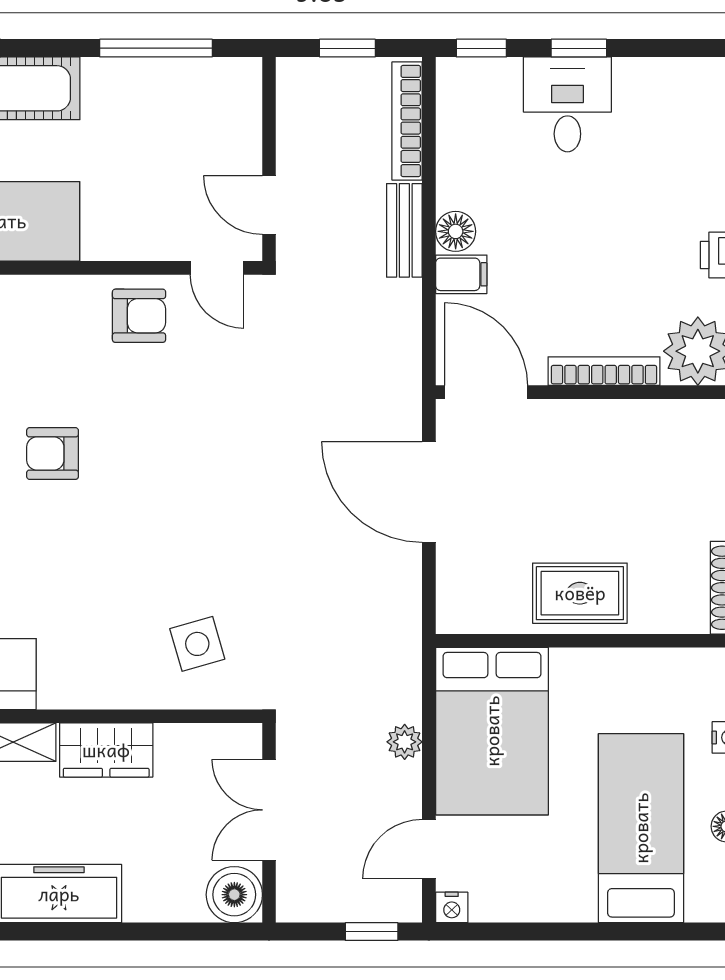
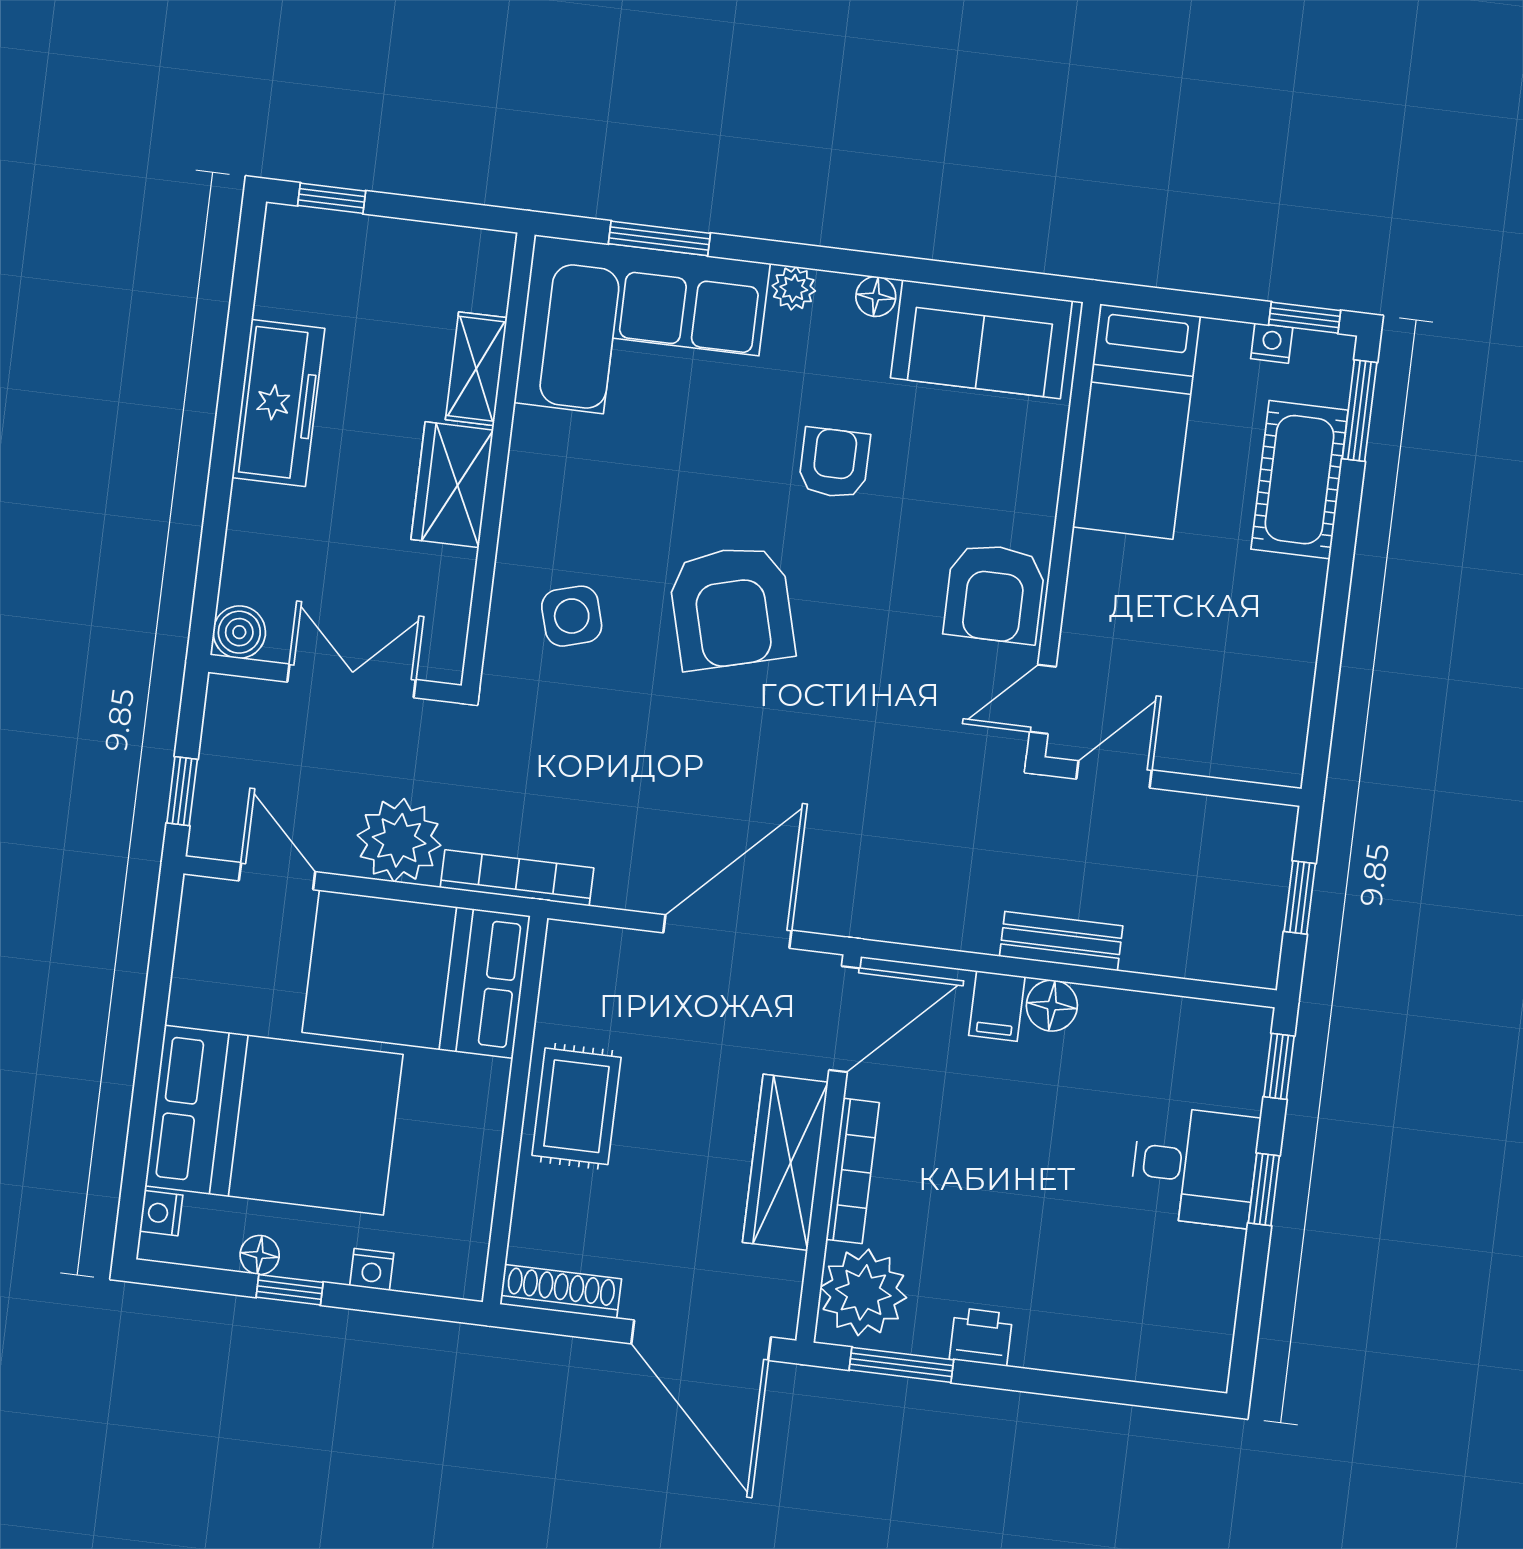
window: (156, 48) -> (1329, 656), removed
bookcase: (407, 121) -> (517, 878), moved
armchair: (139, 316) -> (994, 593), width x1.38, depth x1.38
wardrobe: (604, 425) -> (785, 1162), added
armchair: (175, 520) -> (731, 607), added
plant: (405, 742) -> (399, 840), width x1.87, depth x1.87
bed: (641, 828) -> (274, 1120), width x1.50
boiler: (234, 895) -> (239, 632), width x0.73, depth x0.73
nightstand: (452, 907) -> (161, 1213), moved

